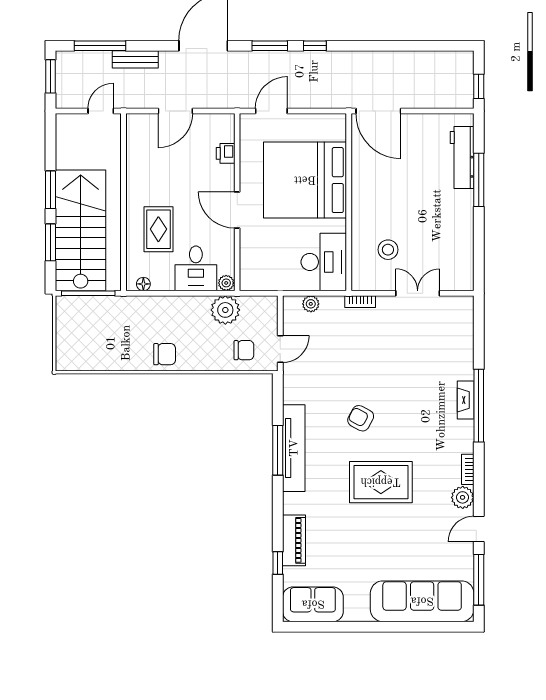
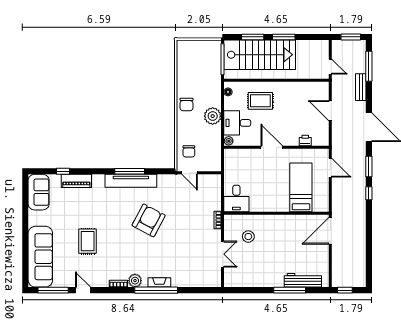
bed: (305, 180) -> (301, 187), width x0.49
door: (237, 210) -> (272, 147), hinge flipped
desk: (324, 262) -> (236, 199), width x0.73
plant: (311, 304) -> (216, 191), removed
plant: (225, 310) -> (213, 116), moved
armchair: (361, 418) -> (149, 220), width x1.88, depth x1.88
rug: (381, 482) -> (88, 241), moved, width x0.73, depth x0.70
plant: (463, 497) -> (135, 281), moved

